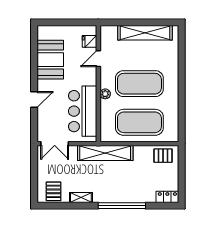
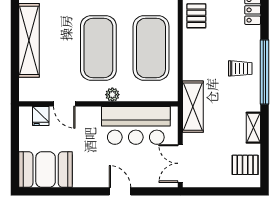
booth: (50, 60) -> (46, 170), moved
double door: (55, 144) -> (180, 163), swing flipped
shelving: (105, 153) -> (193, 107), width x0.68
trolley: (124, 188) -> (240, 68), added

